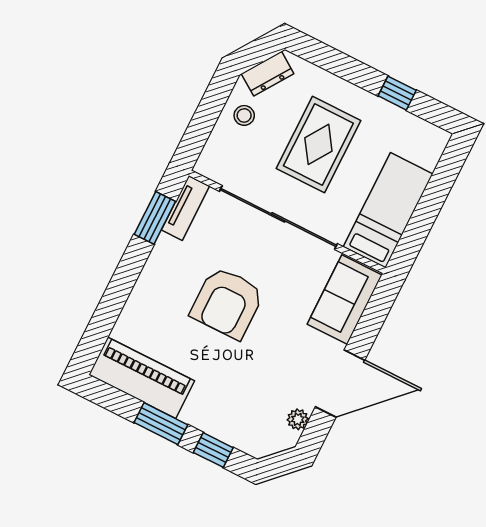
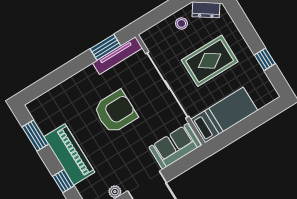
tv unit: (185, 208) -> (117, 56), width x1.41
armchair: (227, 303) -> (115, 112), turned 180
piano: (142, 378) -> (69, 155), moved
window: (161, 424) -> (35, 136), moved

